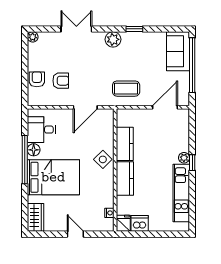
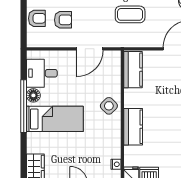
armchair: (37, 79) -> (37, 18), turned 90
coffee table: (126, 89) -> (130, 14), moved
kitchen counter: (125, 144) -> (133, 70), moved
bed: (53, 177) -> (55, 119), width x0.67

